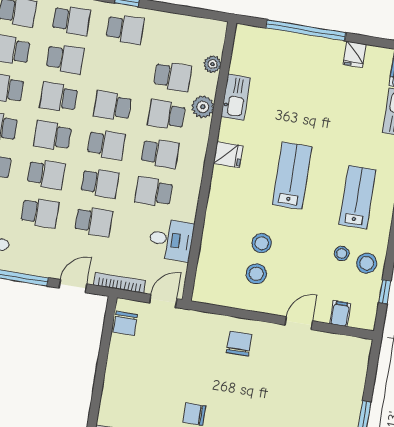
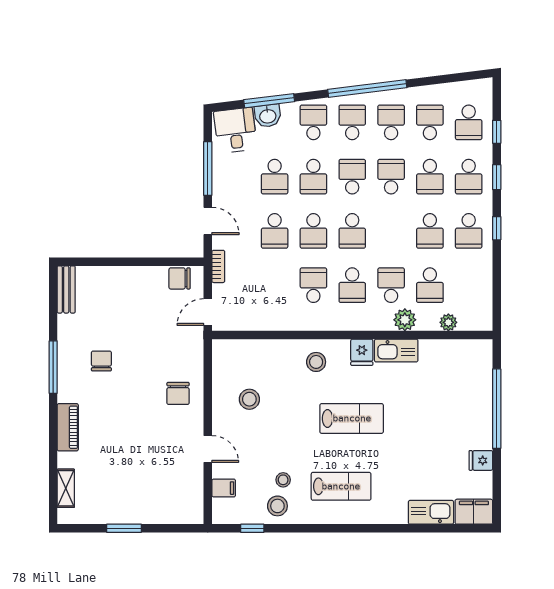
kitchen sink: (236, 97) -> (396, 351), moved
school desk: (113, 106) -> (430, 231), moved, turned 180
desk: (171, 240) -> (269, 310), removed
stool: (262, 243) -> (316, 362), moved
bookcase: (120, 283) -> (218, 266), width x0.64
door: (163, 301) -> (208, 312), swing flipped
chair: (239, 344) -> (178, 393), turned 90

